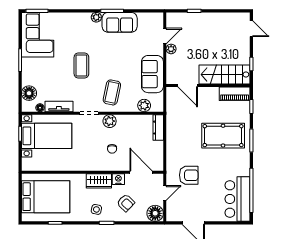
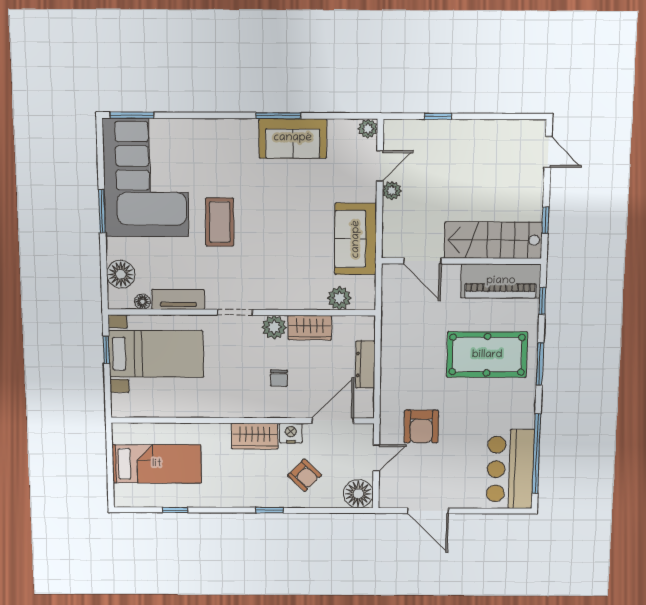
plant: (96, 17) -> (368, 129), moved
corner sofa: (38, 35) -> (146, 178), width x1.36, depth x1.36
coffee table: (112, 92) -> (278, 273), removed
piano: (235, 94) -> (501, 281), width x1.37, depth x1.33
wardrobe: (129, 121) -> (310, 328), added
dresser: (158, 128) -> (365, 364), moved
door: (141, 172) -> (333, 421), hinge flipped
armchair: (189, 175) -> (421, 426), turned 90
bed: (46, 197) -> (157, 464), width x0.67
side table: (96, 209) -> (251, 487), removed

